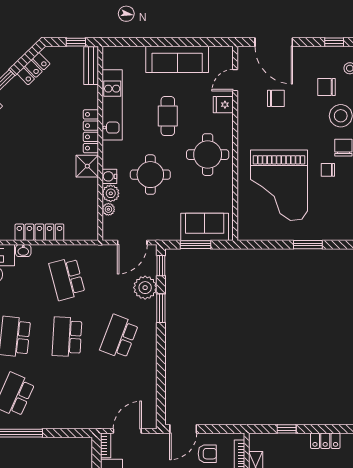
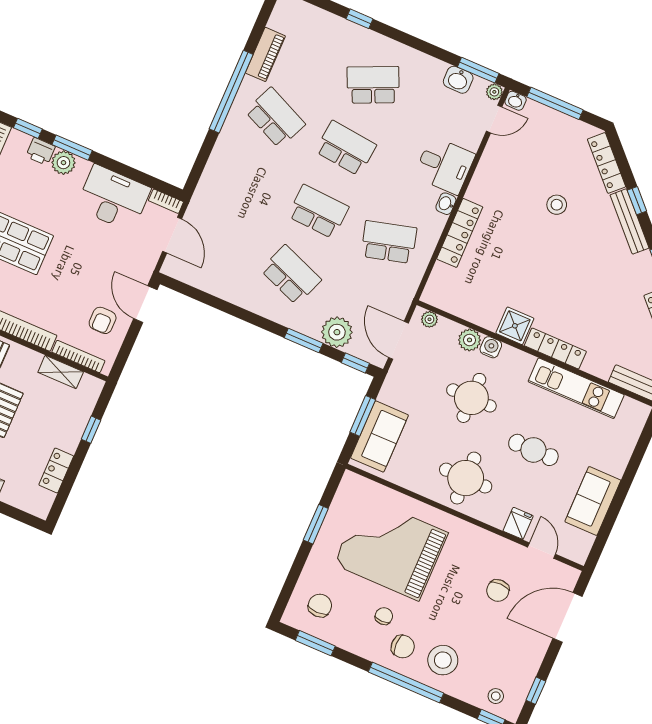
sofa: (177, 59) -> (593, 501), width x0.73
chair: (327, 87) -> (320, 606), moved
plant: (108, 209) -> (429, 319), moved
window: (308, 245) -> (316, 524), moved

